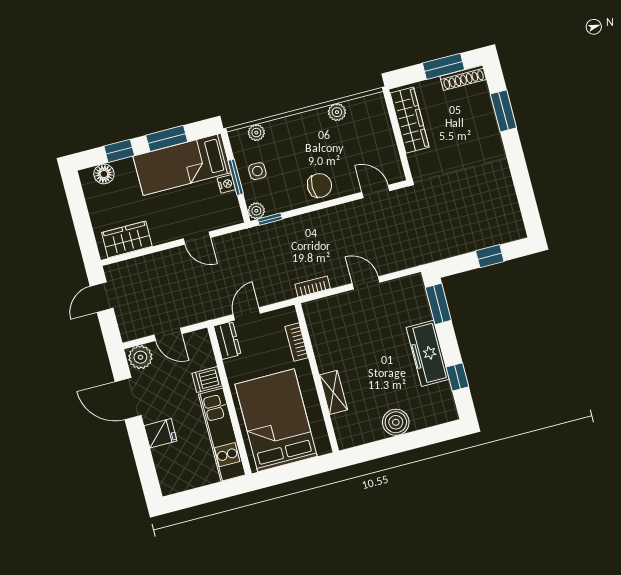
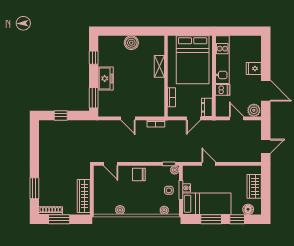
wardrobe: (127, 239) -> (254, 186), moved, turned 90
freezer: (428, 353) -> (106, 78), width x0.71

